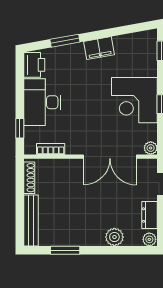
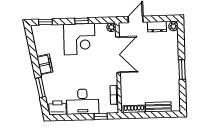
bench: (31, 220) -> (158, 107), width x0.73
plant: (114, 237) -> (172, 50), removed
window: (65, 250) -> (182, 69), moved

